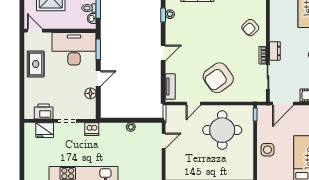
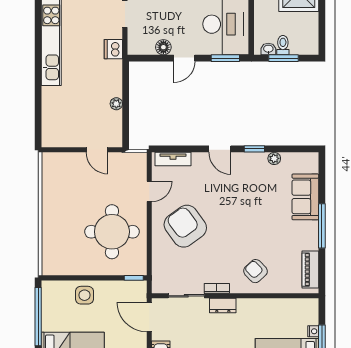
window: (163, 15) -> (254, 149), moved
door: (98, 79) -> (184, 58), hinge flipped
door: (193, 104) -> (149, 191), swing flipped

